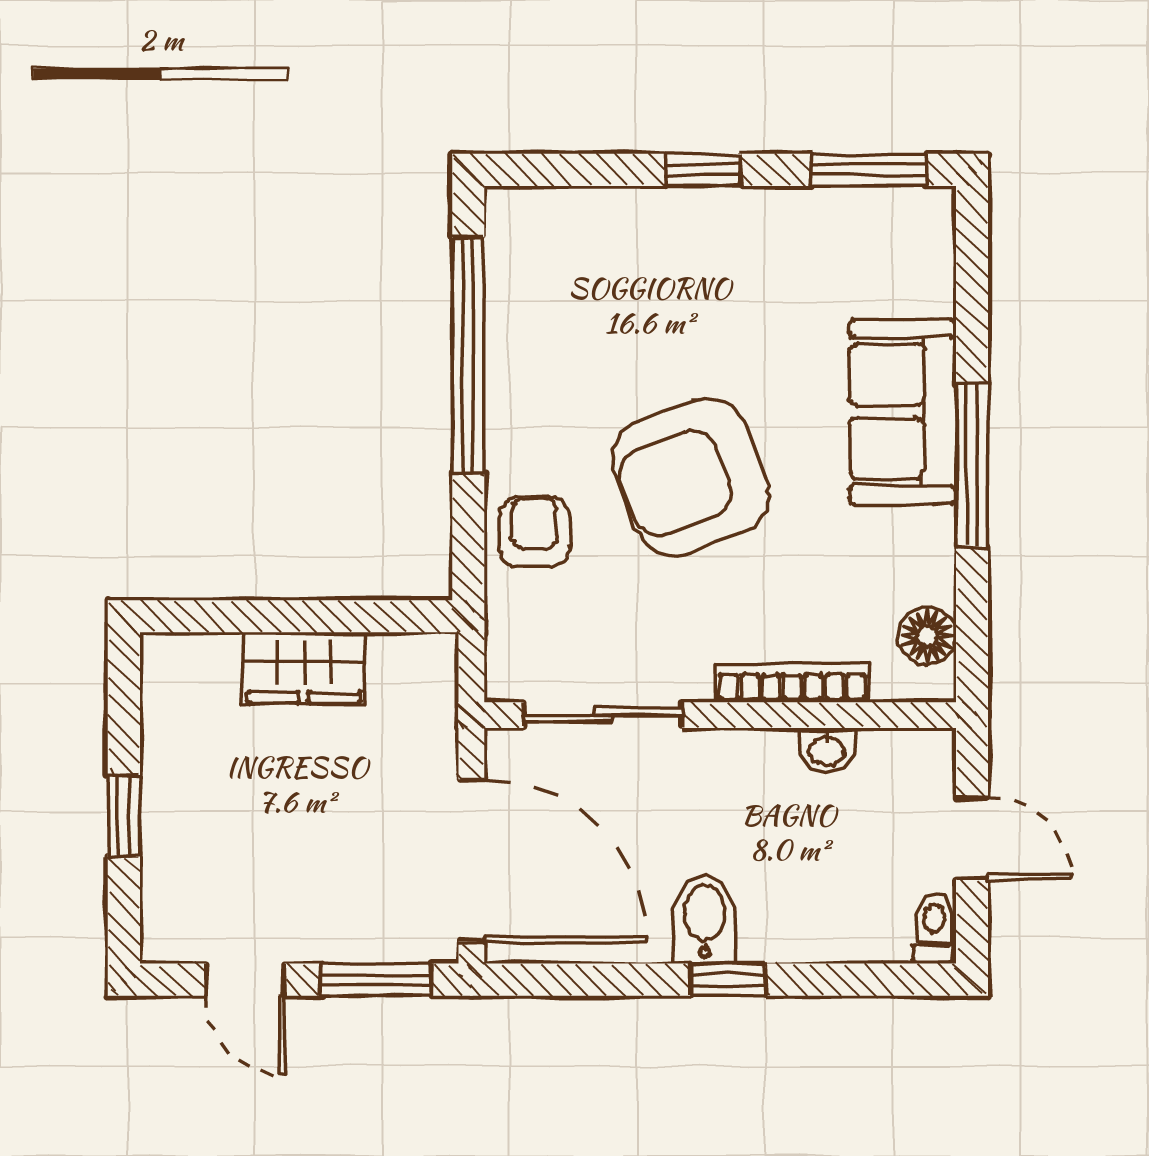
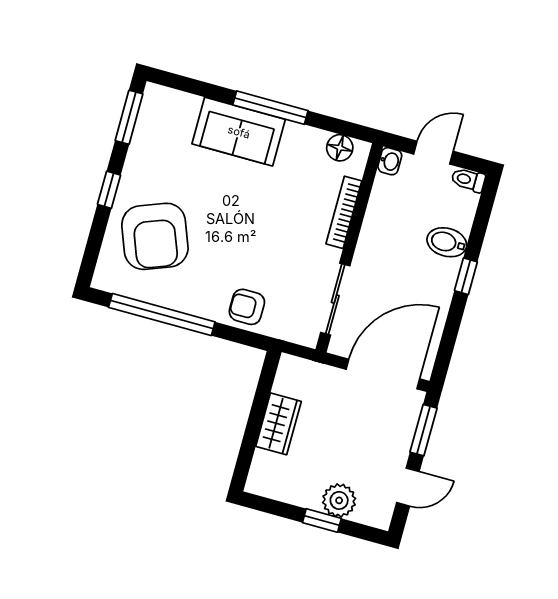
armchair: (691, 477) -> (155, 236), moved
washbasin: (827, 750) -> (390, 161), moved
plant: (177, 841) -> (339, 500), added
bidet: (704, 919) -> (447, 242), moved

